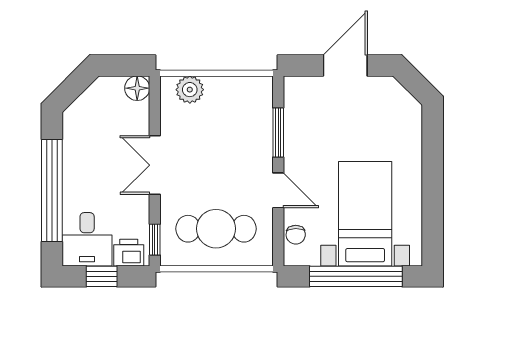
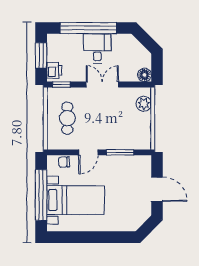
cafe table: (216, 229) -> (67, 118), width x0.73, depth x0.74
desk: (87, 239) -> (97, 48), moved, turned 90
window: (102, 276) -> (41, 55), width x1.50

